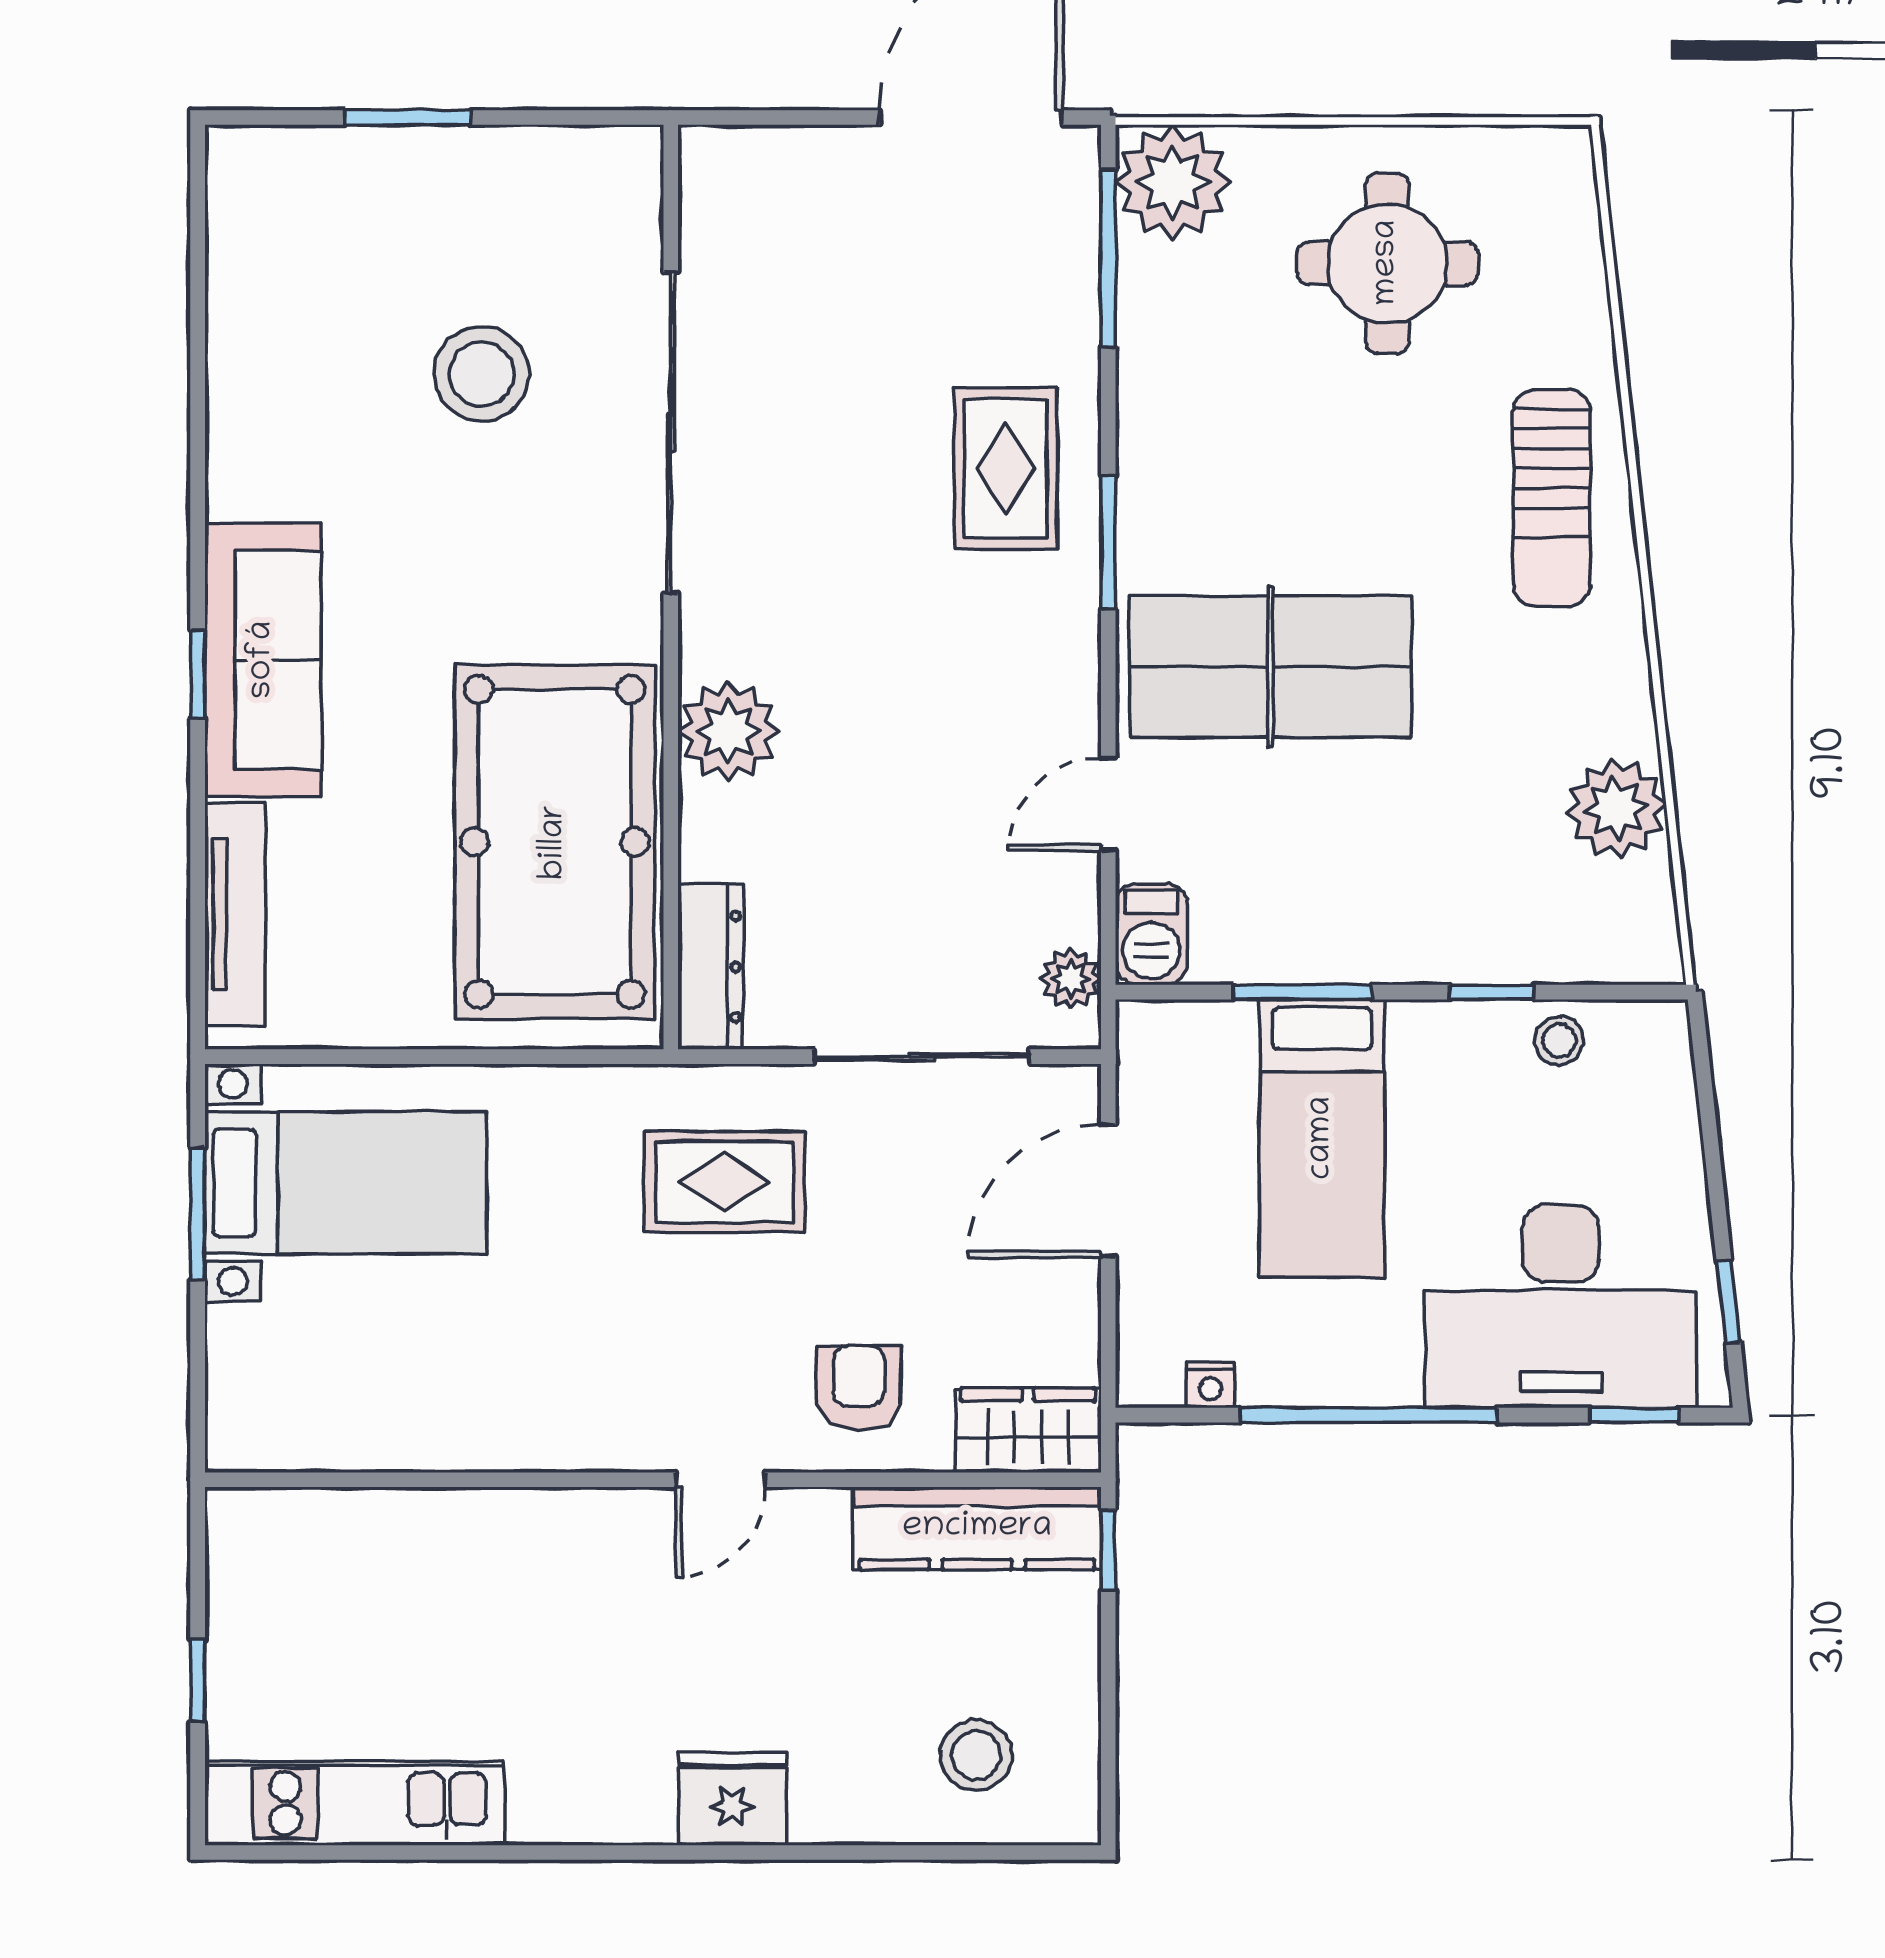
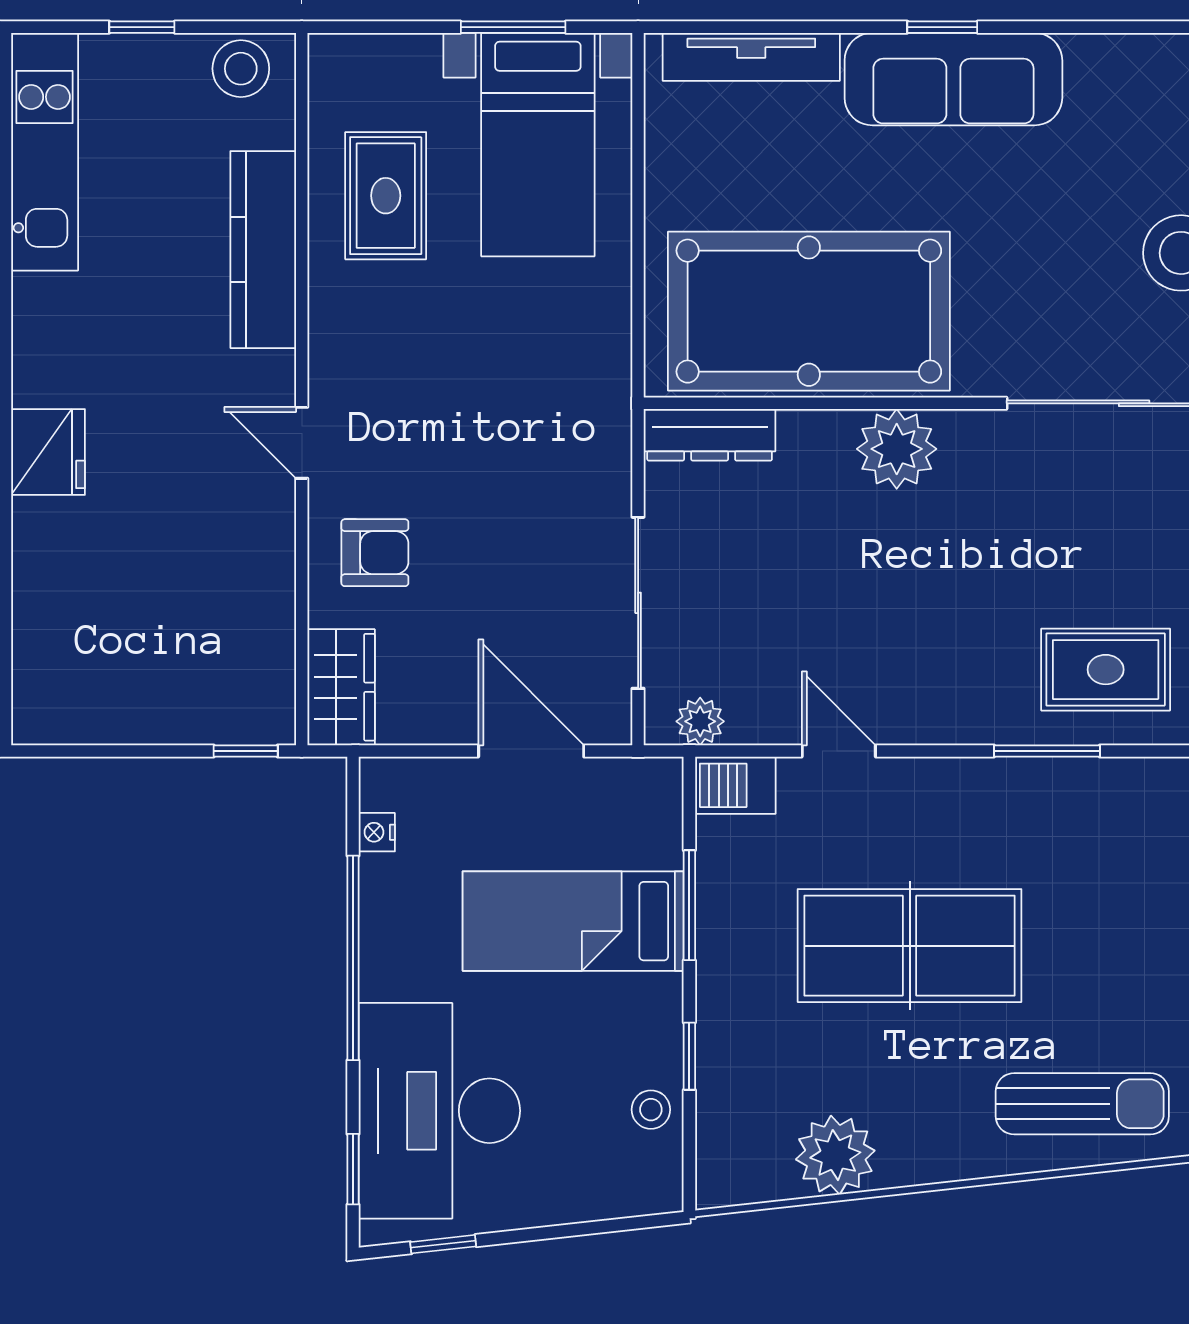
sun lounger: (1552, 498) -> (1082, 1104), turned 180
table tennis table: (1271, 667) -> (910, 946), moved, turned 90
rug: (725, 1182) -> (386, 196), moved
kitchen counter: (977, 1528) -> (263, 250), moved
stool: (976, 1755) -> (241, 69), moved

